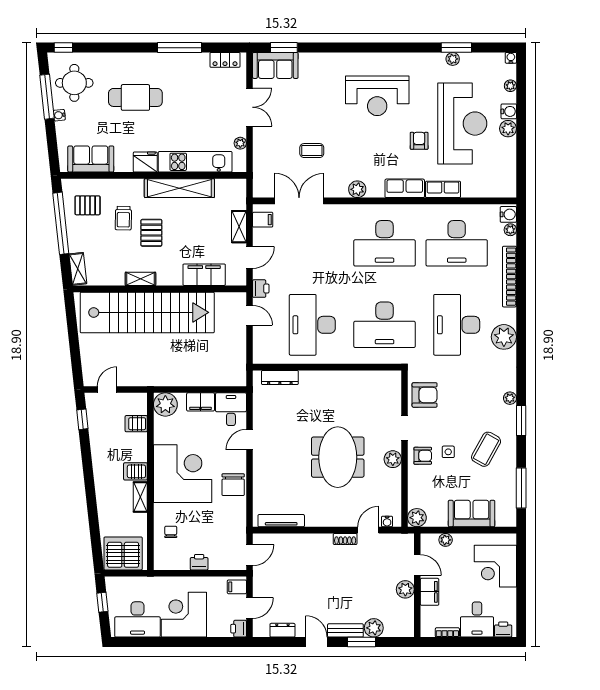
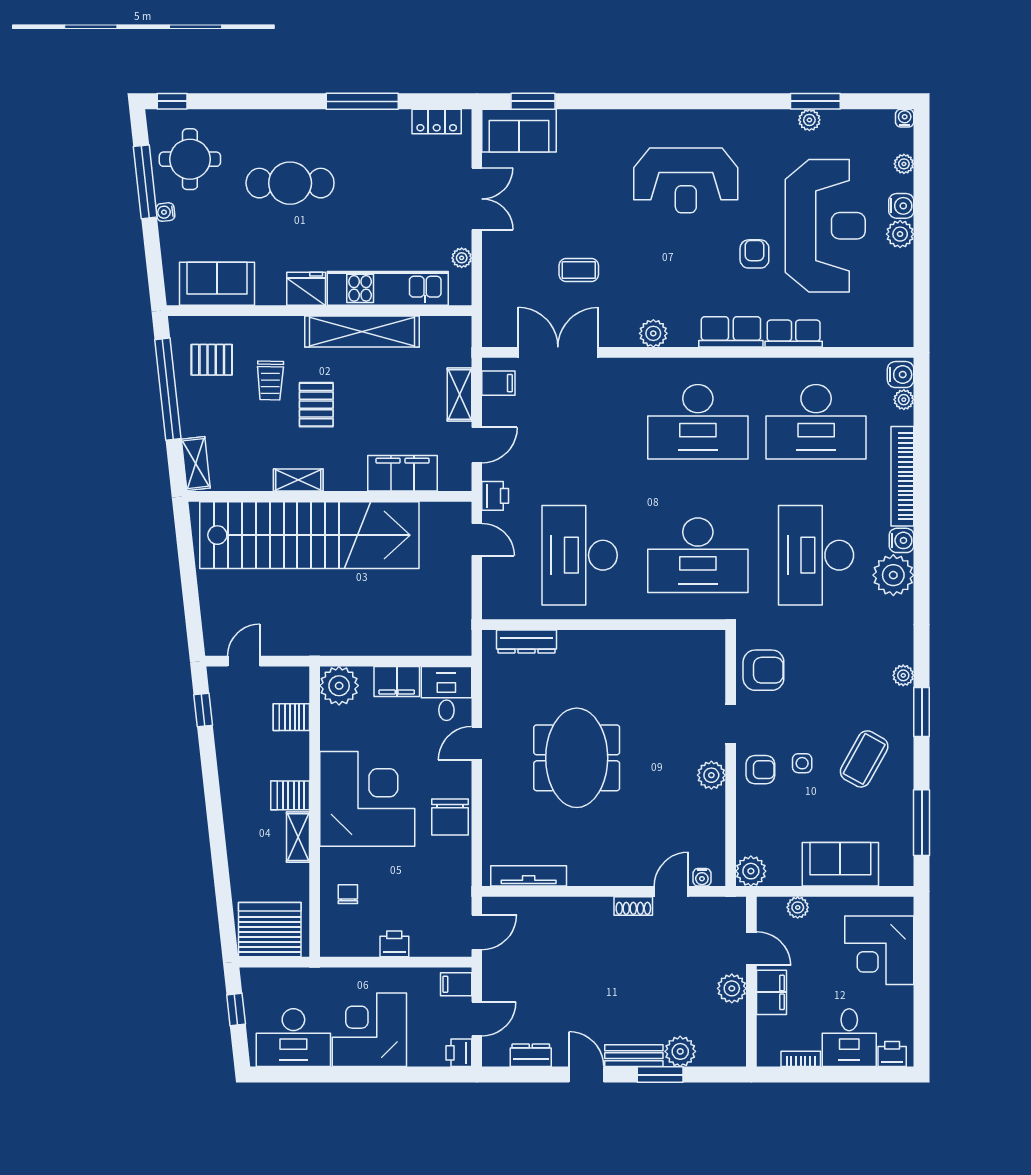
water cooler: (509, 316) -> (901, 540), added
meeting table: (338, 457) -> (577, 758), moved

